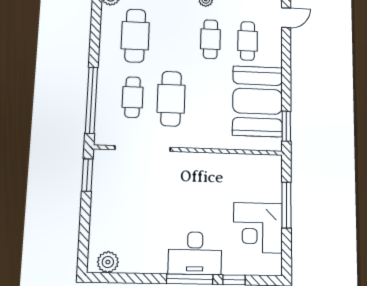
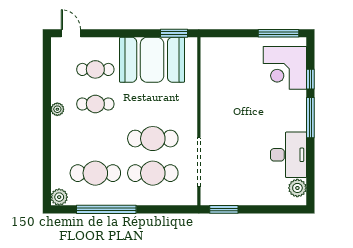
cafe table: (133, 97) -> (153, 173), width x1.37, depth x1.35
window: (92, 100) -> (106, 209), moved
window: (286, 205) -> (278, 33), moved
corner desk: (258, 228) -> (285, 68), moved, turned 90
desk: (195, 253) -> (289, 155), moved

